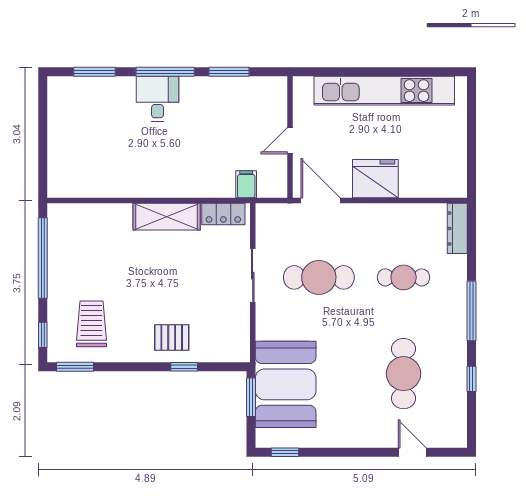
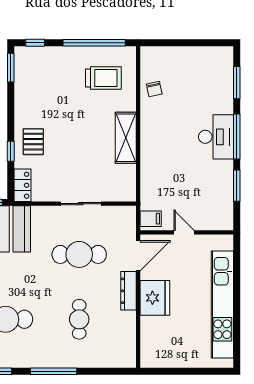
desk: (158, 99) -> (216, 137), width x1.37
chair: (103, 180) -> (154, 89), added
filing cabinet: (246, 184) -> (151, 219), moved
locker: (223, 214) -> (22, 185), moved, turned 180
dresser: (457, 228) -> (128, 291), moved, turned -90
cafe table: (319, 277) -> (79, 254), turned 90
trolley: (91, 324) -> (103, 78), moved

